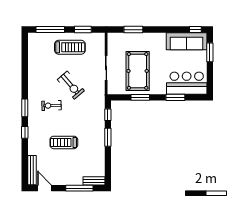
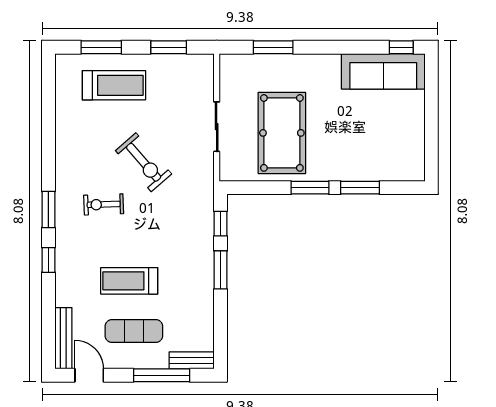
window: (50, 30) -> (101, 47), width x0.69
treadmill: (70, 47) -> (114, 85), moved
window: (210, 52) -> (431, 94), removed
bar counter: (187, 83) -> (383, 158), removed
window: (140, 97) -> (310, 188), moved
exercise mat: (66, 167) -> (134, 331), added

